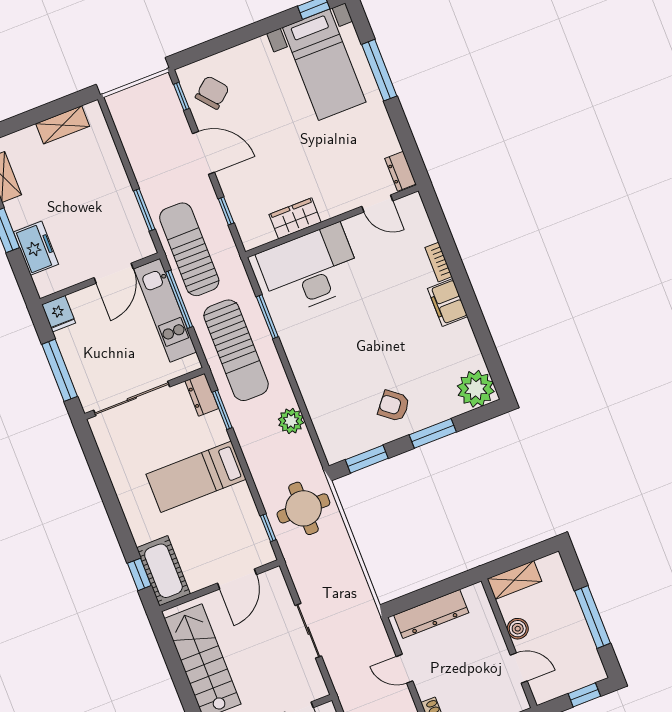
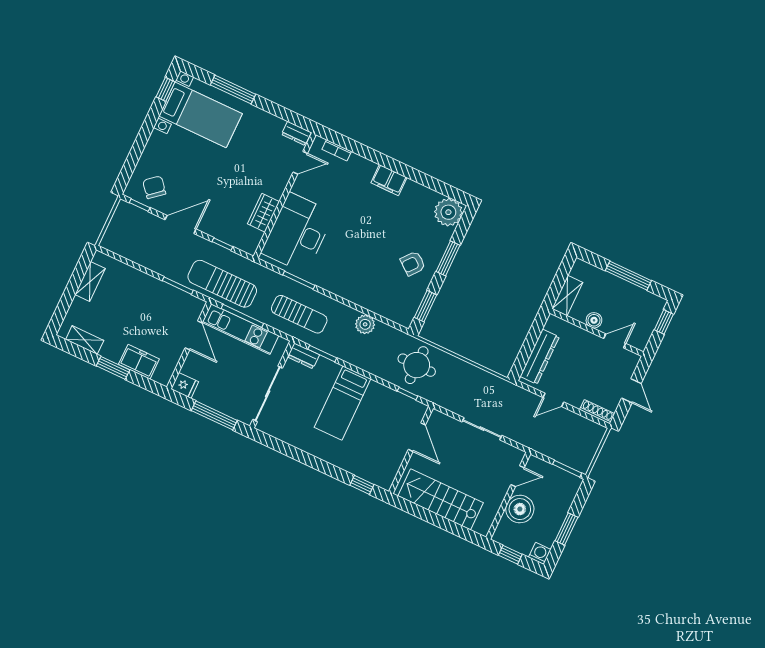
bookcase: (439, 262) -> (337, 150), moved
sun lounger: (236, 350) -> (299, 314), width x0.73, depth x0.75
cot: (163, 571) -> (373, 471), removed

